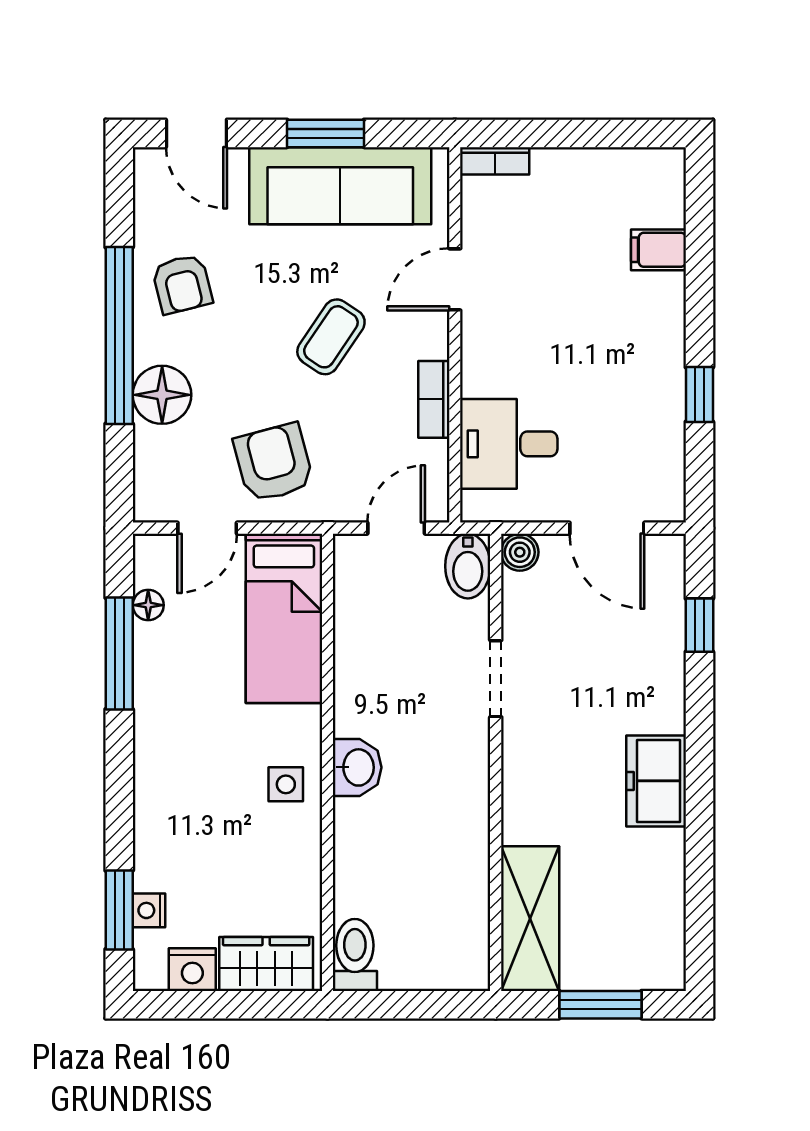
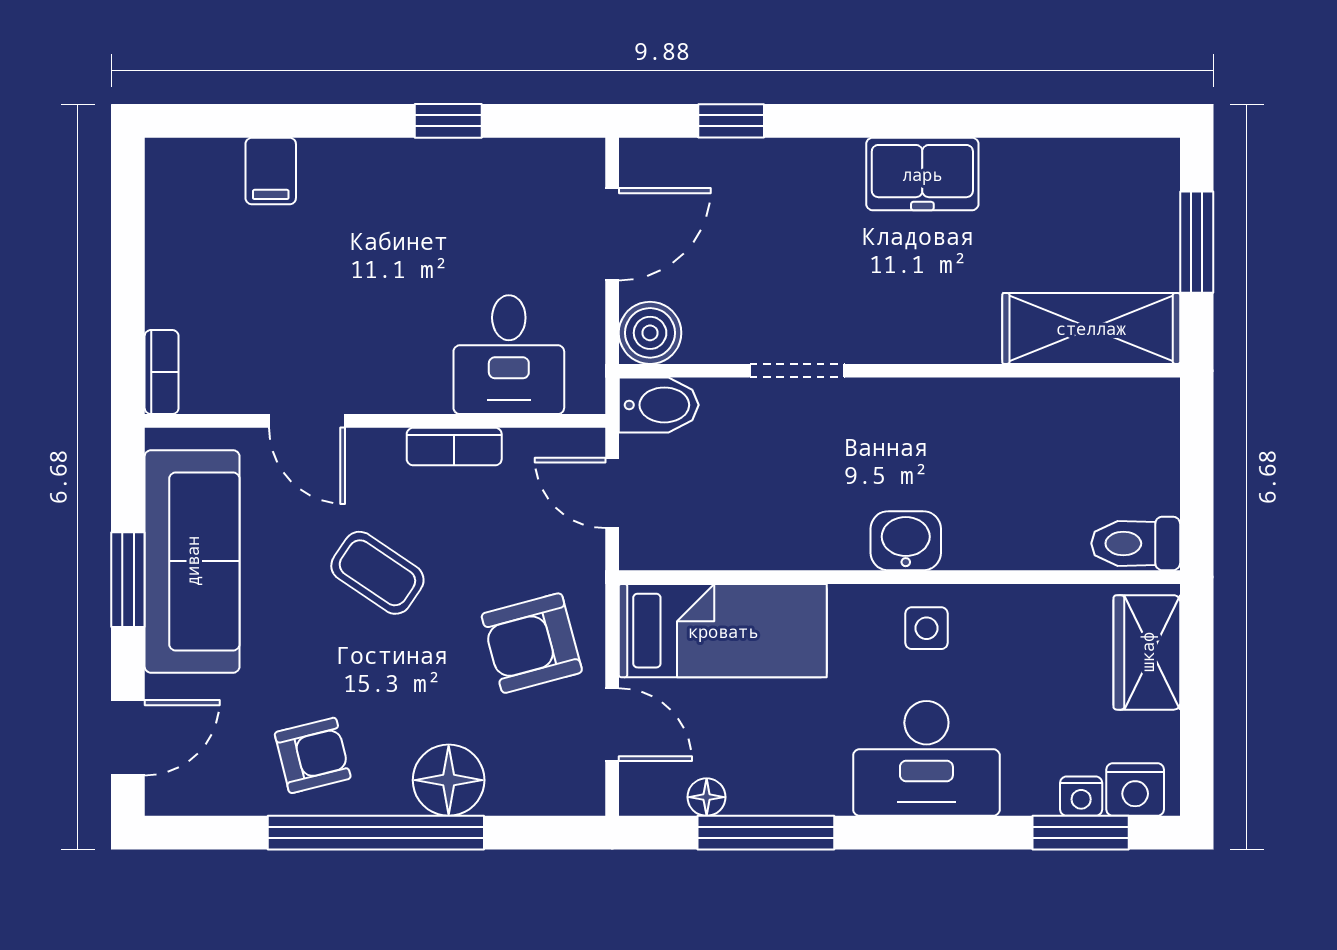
boiler: (520, 552) -> (650, 333), width x1.36, depth x1.36
desk: (180, 784) -> (926, 758), added
nightstand: (192, 970) -> (1135, 790), moved, turned 90

